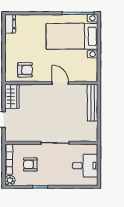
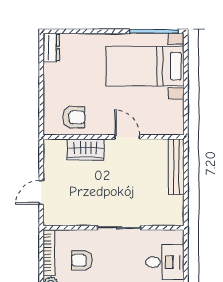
wardrobe: (12, 96) -> (86, 150), moved, turned 90

